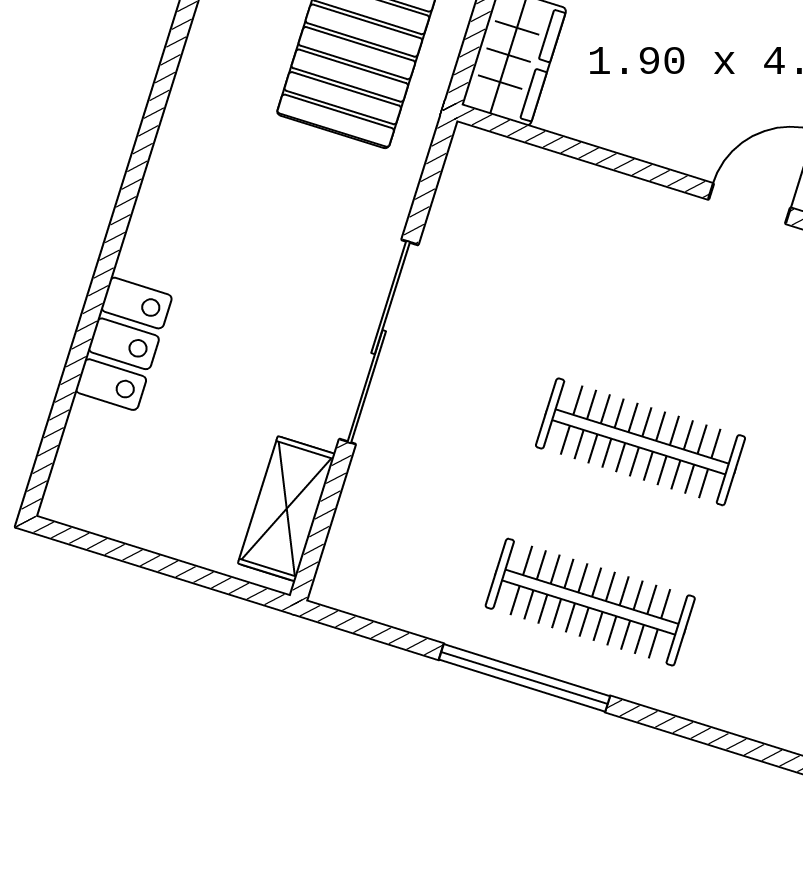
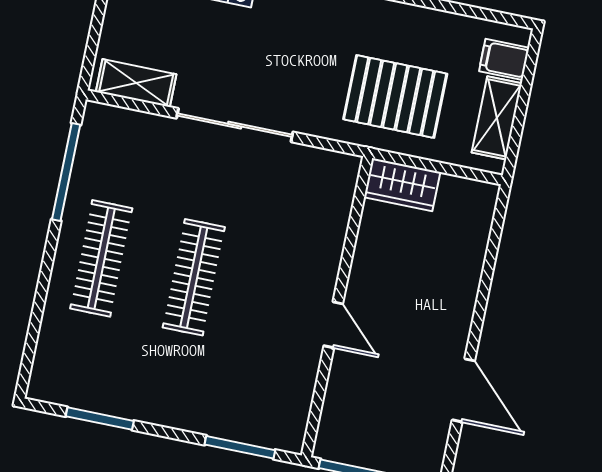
window: (525, 678) -> (66, 172), moved

